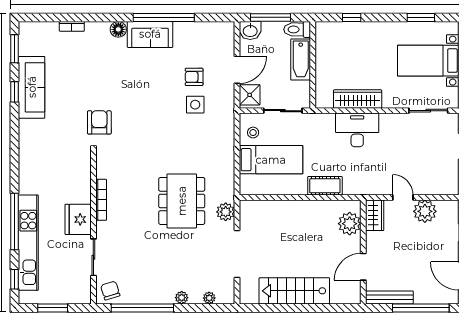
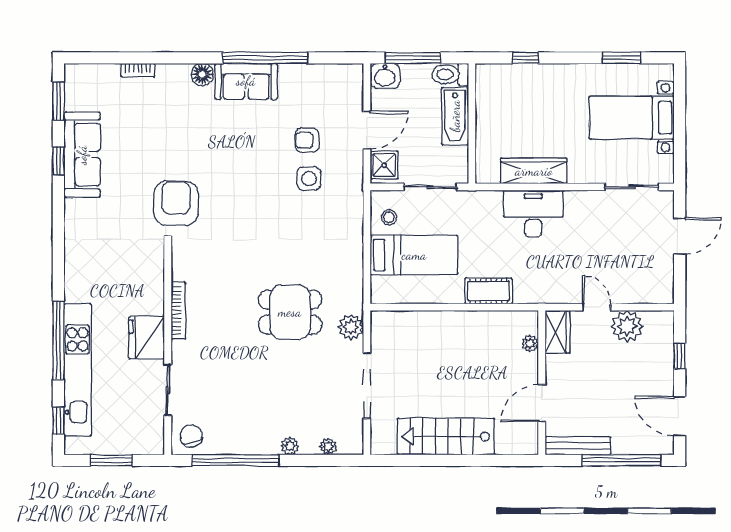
armchair: (99, 122) -> (176, 203), width x1.36, depth x1.36
dining table: (182, 201) -> (290, 312), width x0.73
plant: (350, 224) -> (530, 344), width x0.53, depth x0.53

